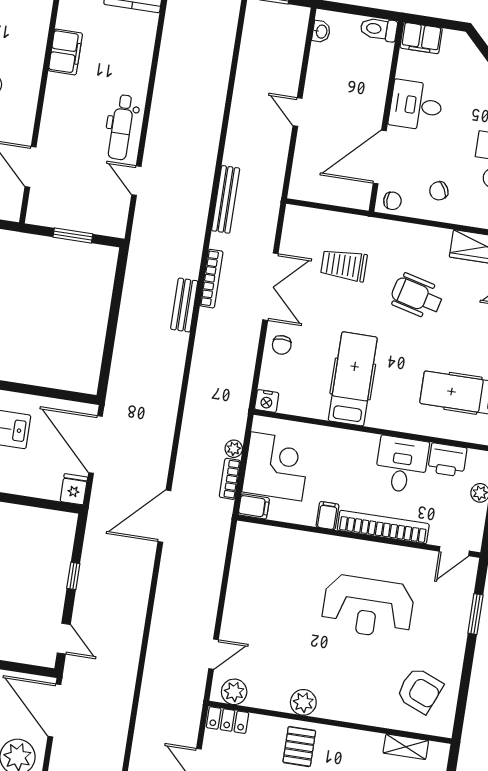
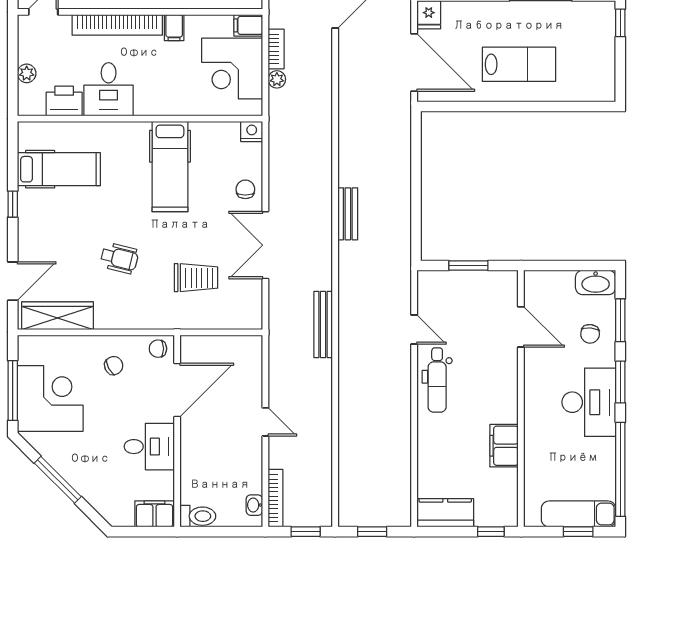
dental chair: (121, 127) -> (437, 380), turned 180
bookcase: (211, 279) -> (276, 498), moved, turned 180
wheelchair: (417, 296) -> (119, 258), width x0.73, depth x0.73

